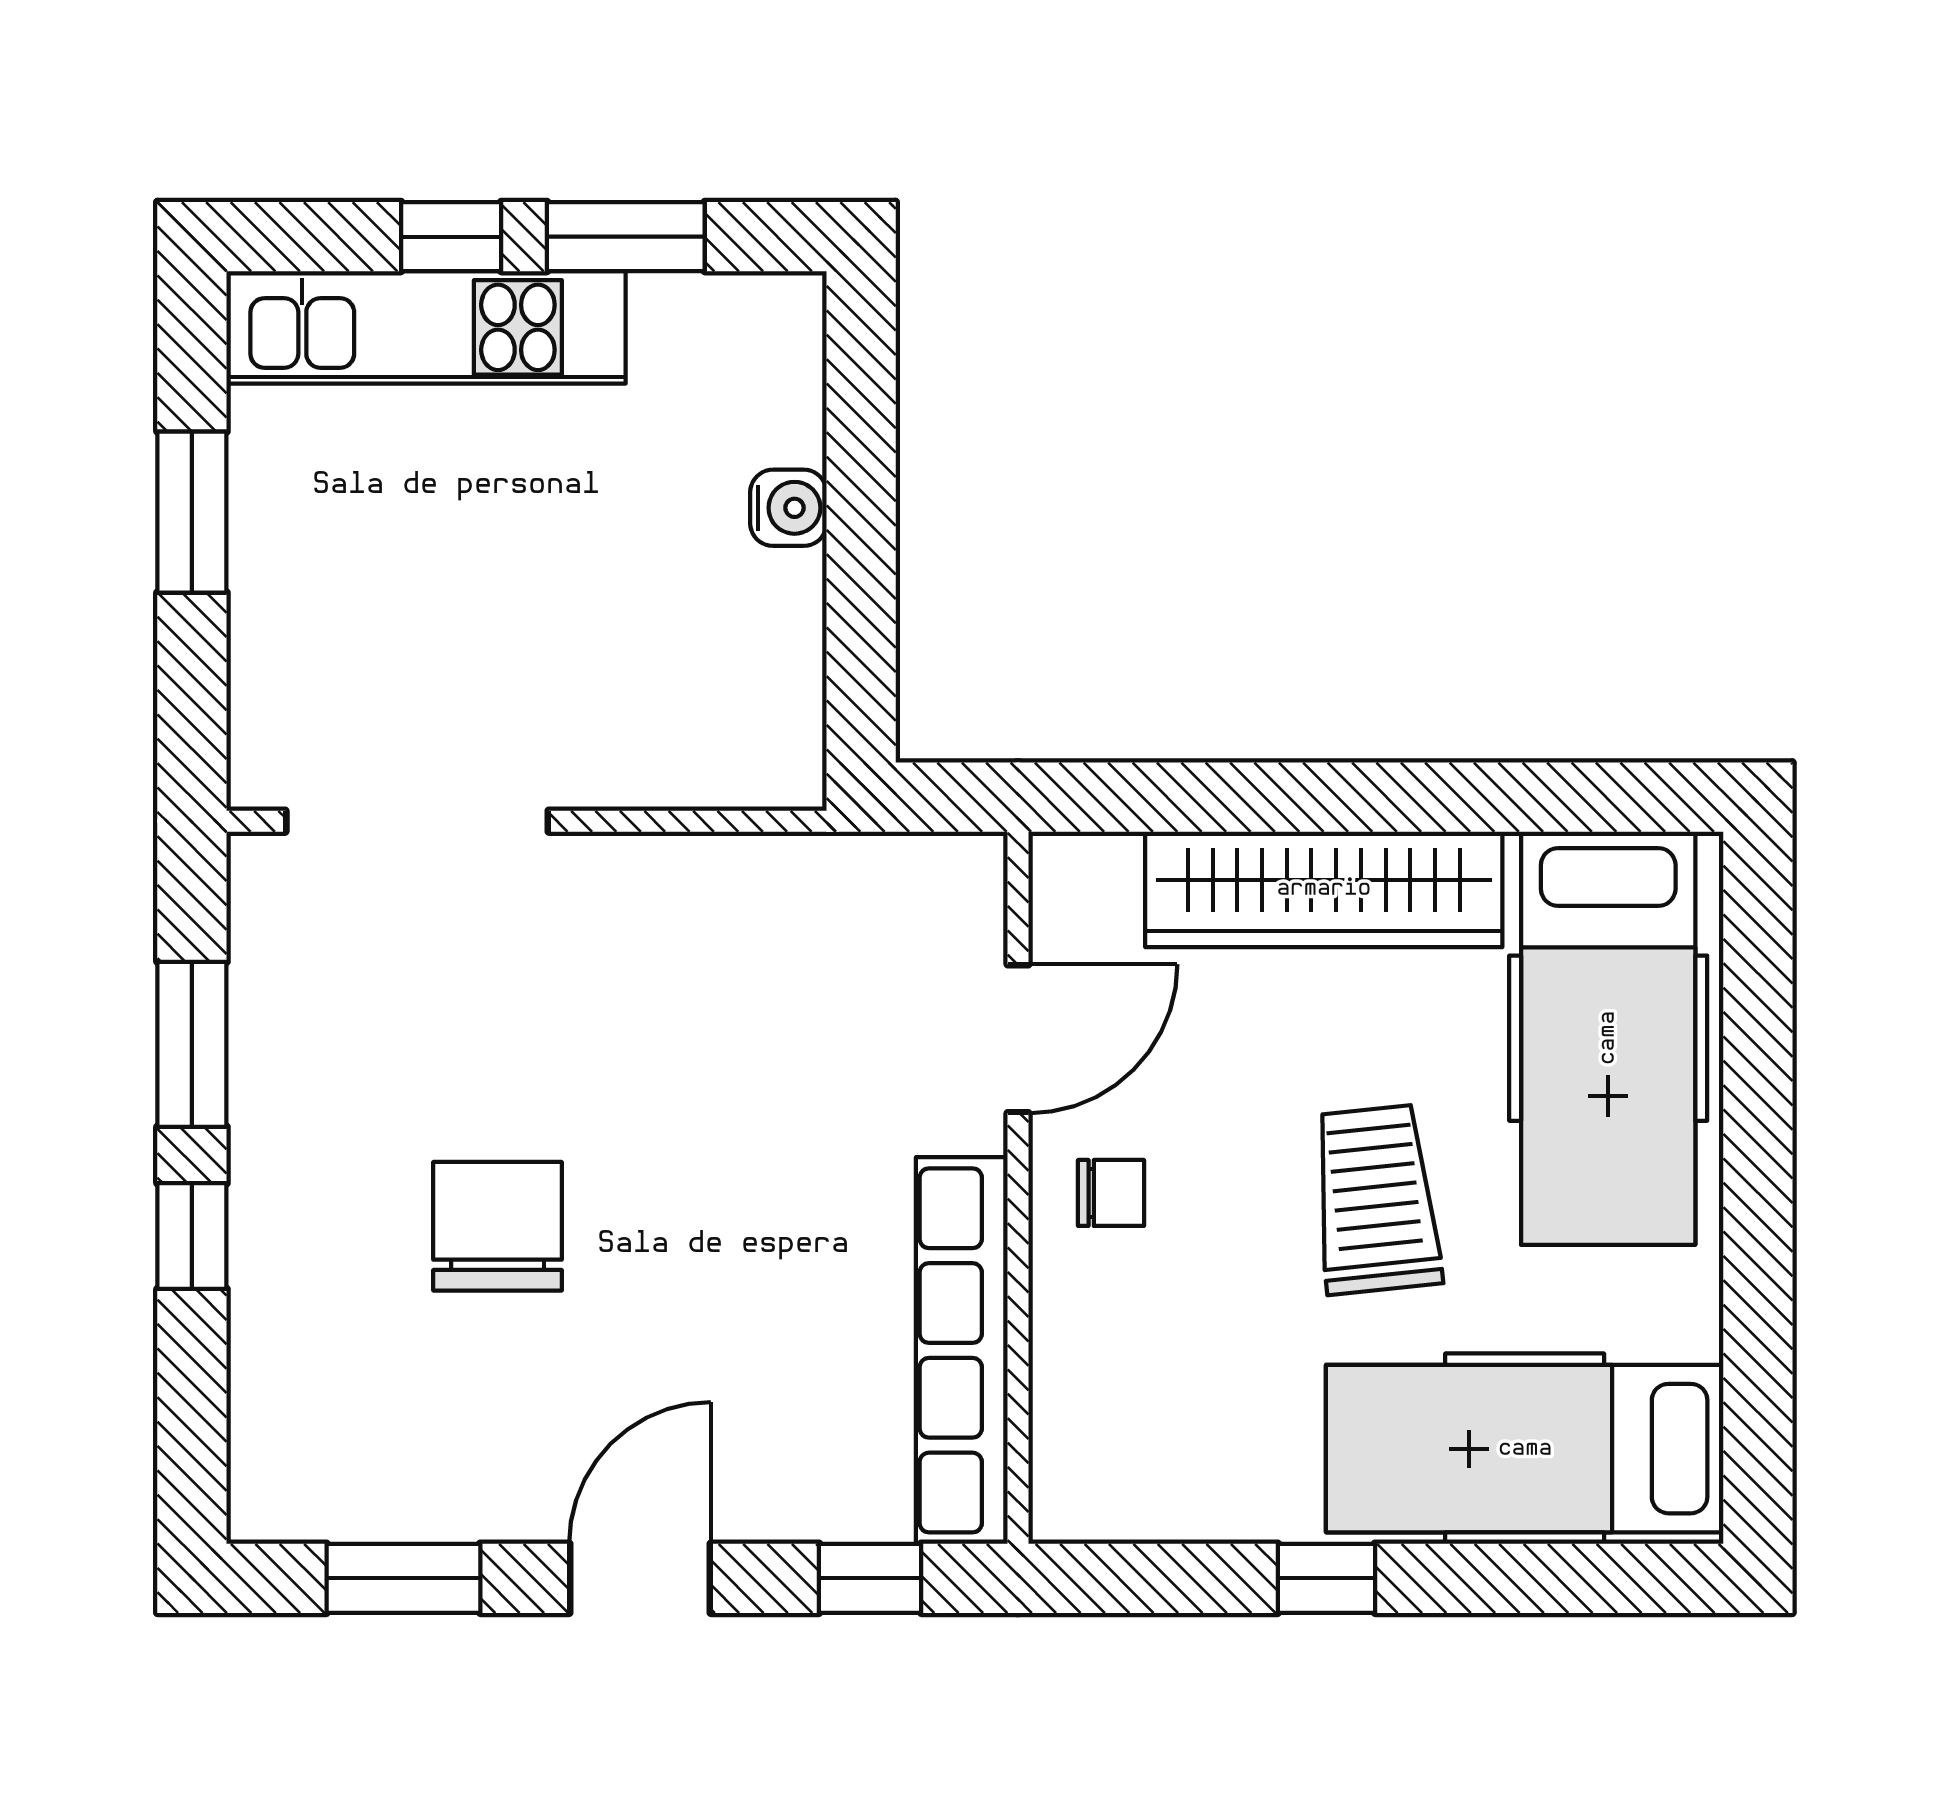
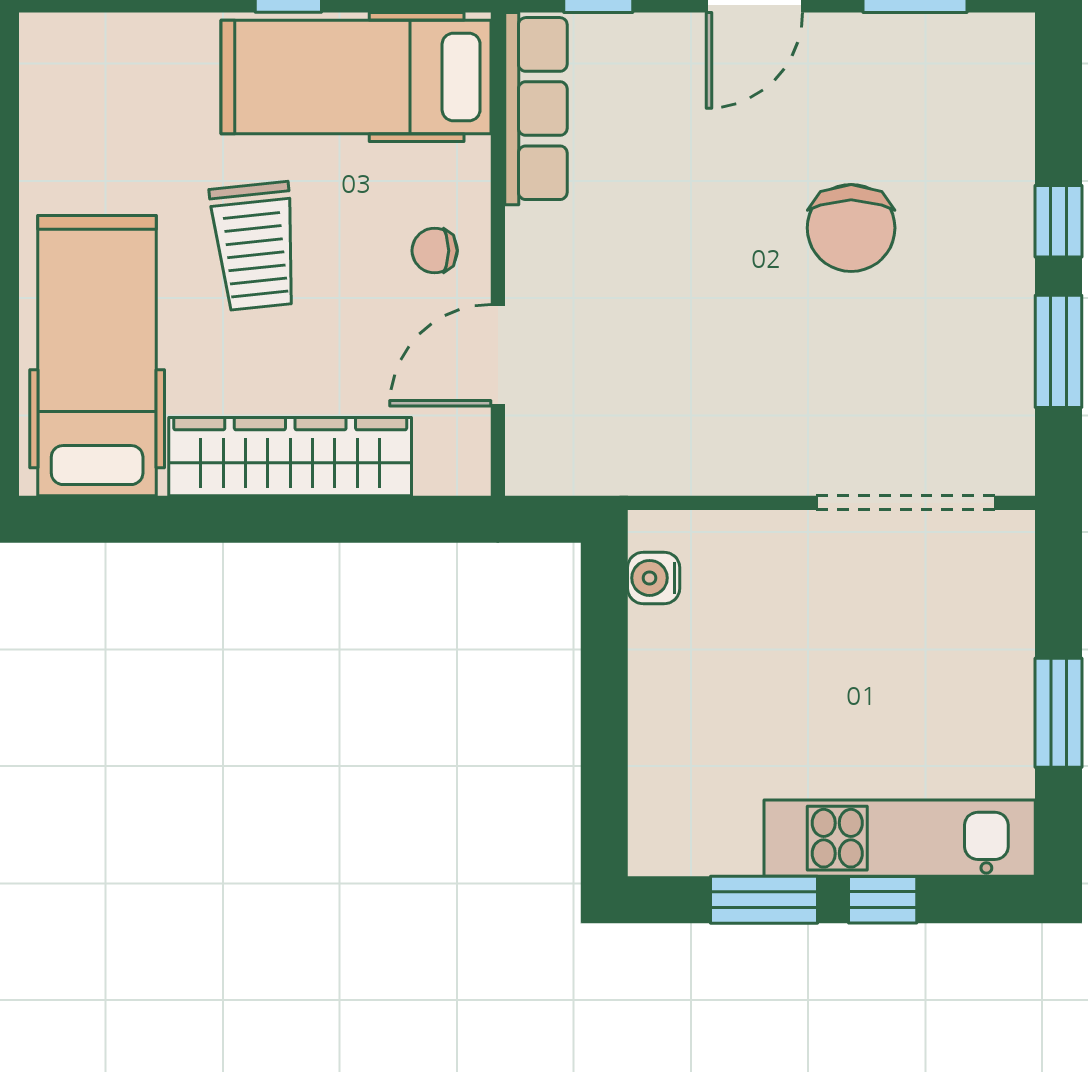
water cooler: (788, 508) -> (654, 578), moved
row of seats: (962, 1350) -> (536, 109), width x0.73
hospital bed: (1525, 1449) -> (356, 77), moved, turned 180

